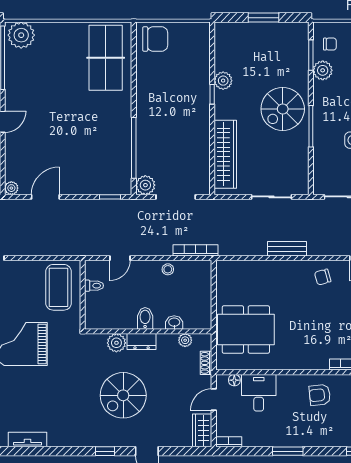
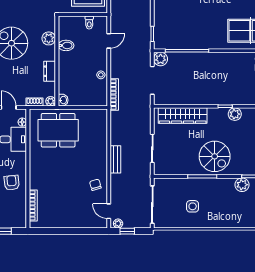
spiral stairs: (283, 109) -> (215, 156), turned 180
door: (120, 258) -> (109, 41), swing flipped
bidet: (145, 318) -> (66, 45), moved
washbasin: (174, 323) -> (63, 100), moved
dining table: (246, 330) -> (58, 130), turned 90
plant: (185, 340) -> (51, 101), moved
dresser: (142, 342) -> (50, 71), moved

